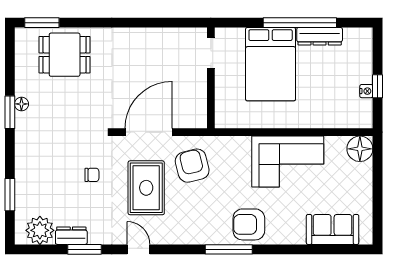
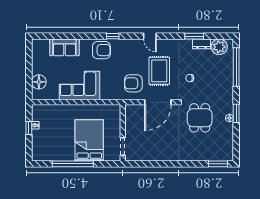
dresser: (320, 36) -> (62, 156), removed
dining table: (65, 55) -> (200, 118), moved, turned 90
floor lamp: (360, 149) -> (39, 82), moved
armchair: (192, 166) -> (133, 83), turned 104
window: (10, 195) -> (236, 67), width x2.11
sofa: (333, 229) -> (64, 47), moved
door: (138, 249) -> (150, 36), moved
window: (229, 249) -> (113, 36), width x0.46

